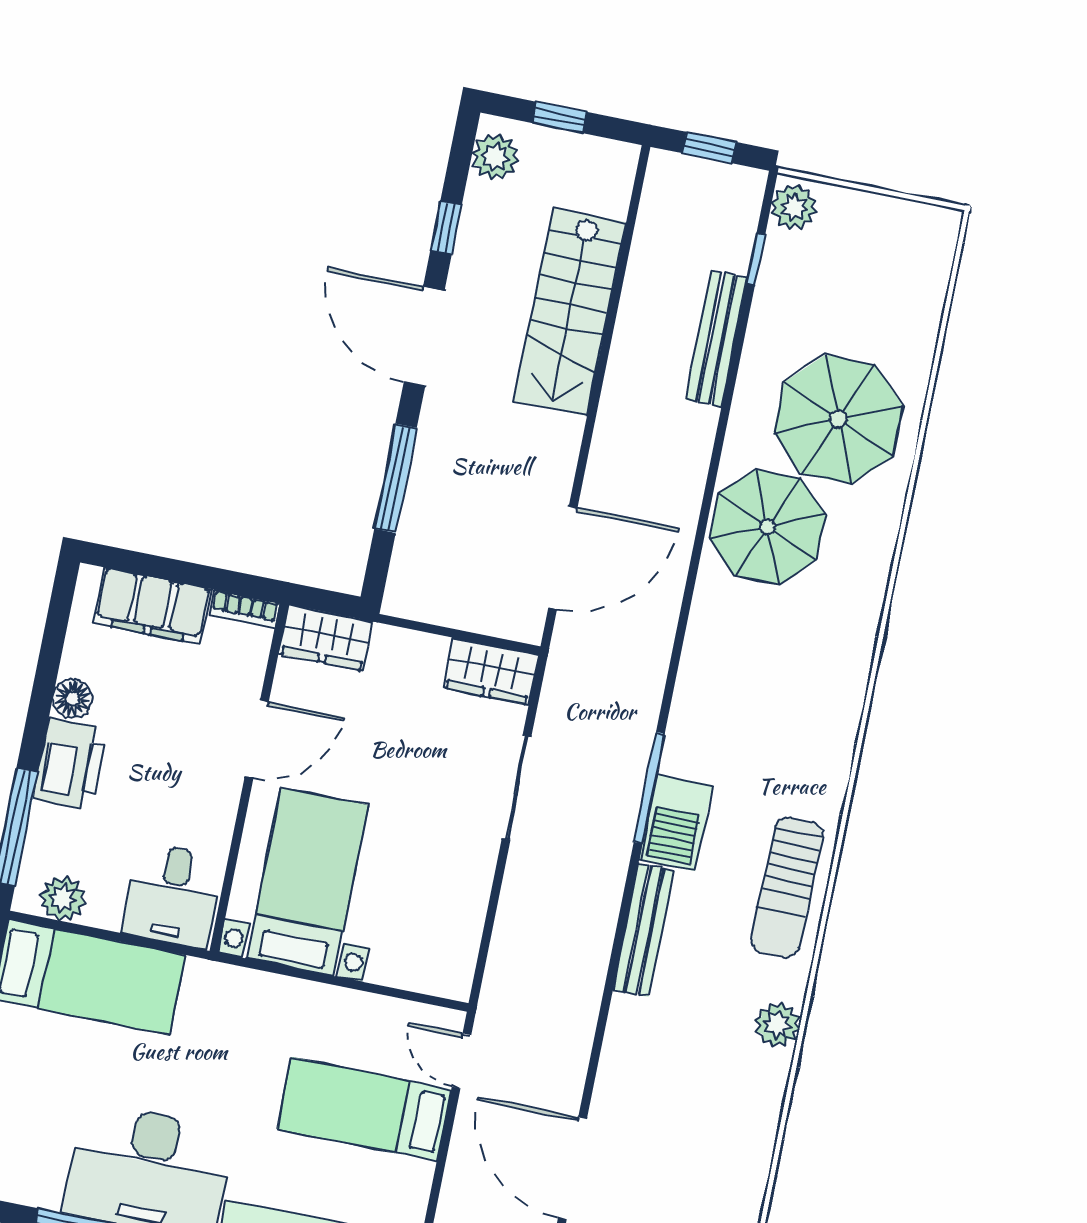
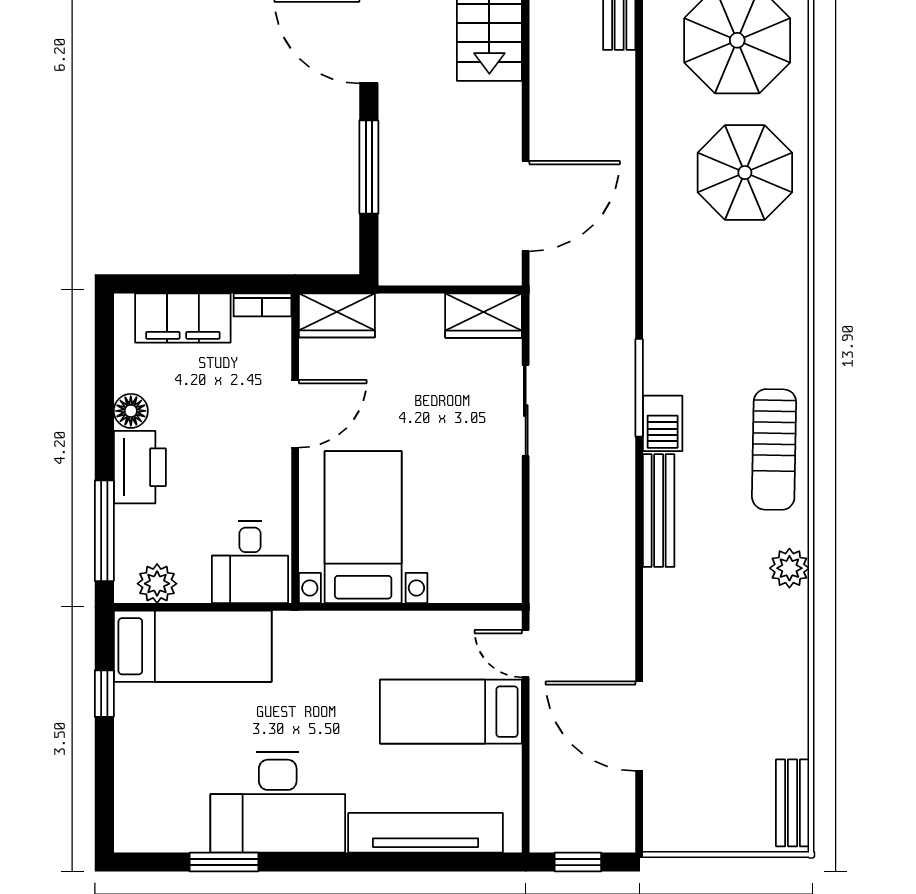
parasol: (768, 527) -> (745, 173), moved
barbecue: (676, 822) -> (663, 423), width x0.73, depth x0.79

